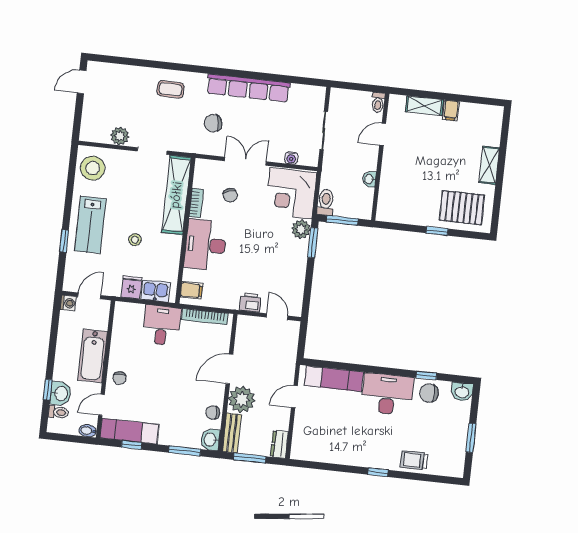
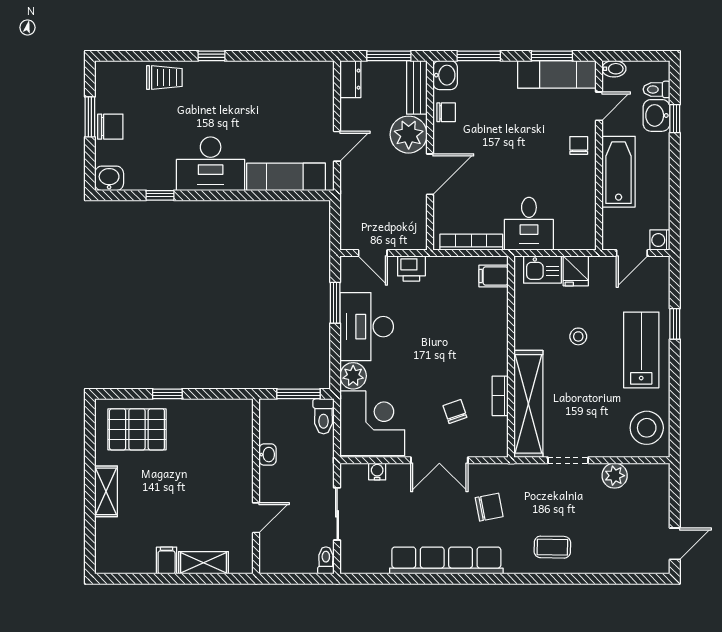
toilet: (378, 102) -> (326, 560), moved
window: (313, 243) -> (335, 303), moved
desk: (205, 245) -> (367, 327), moved, turned 180
chair: (429, 393) -> (110, 127), moved
window: (132, 445) -> (552, 56), width x1.50

